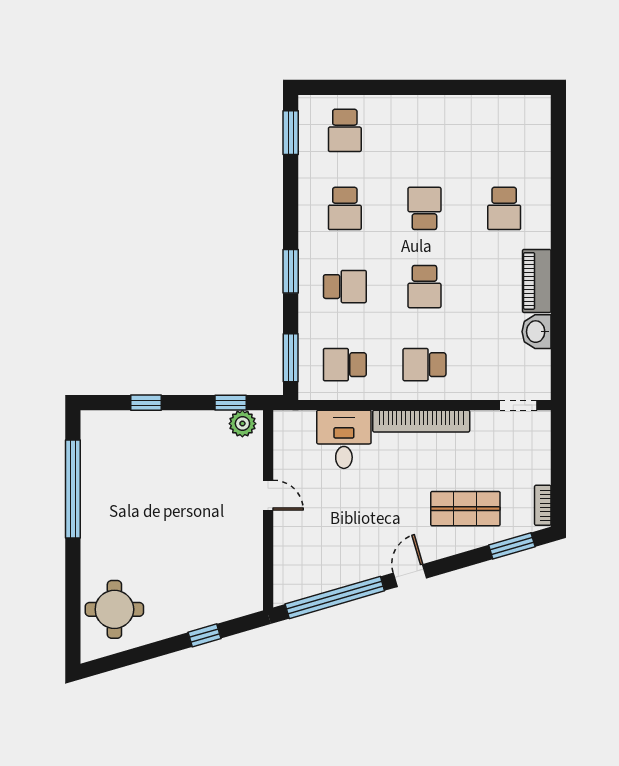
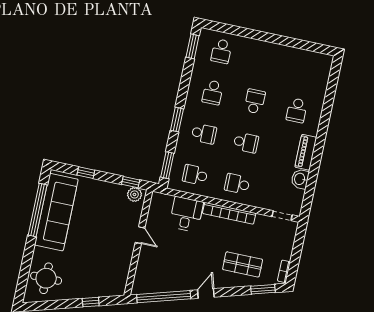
school desk: (424, 287) -> (246, 143), turned -90
sofa: (108, 486) -> (56, 212), added

